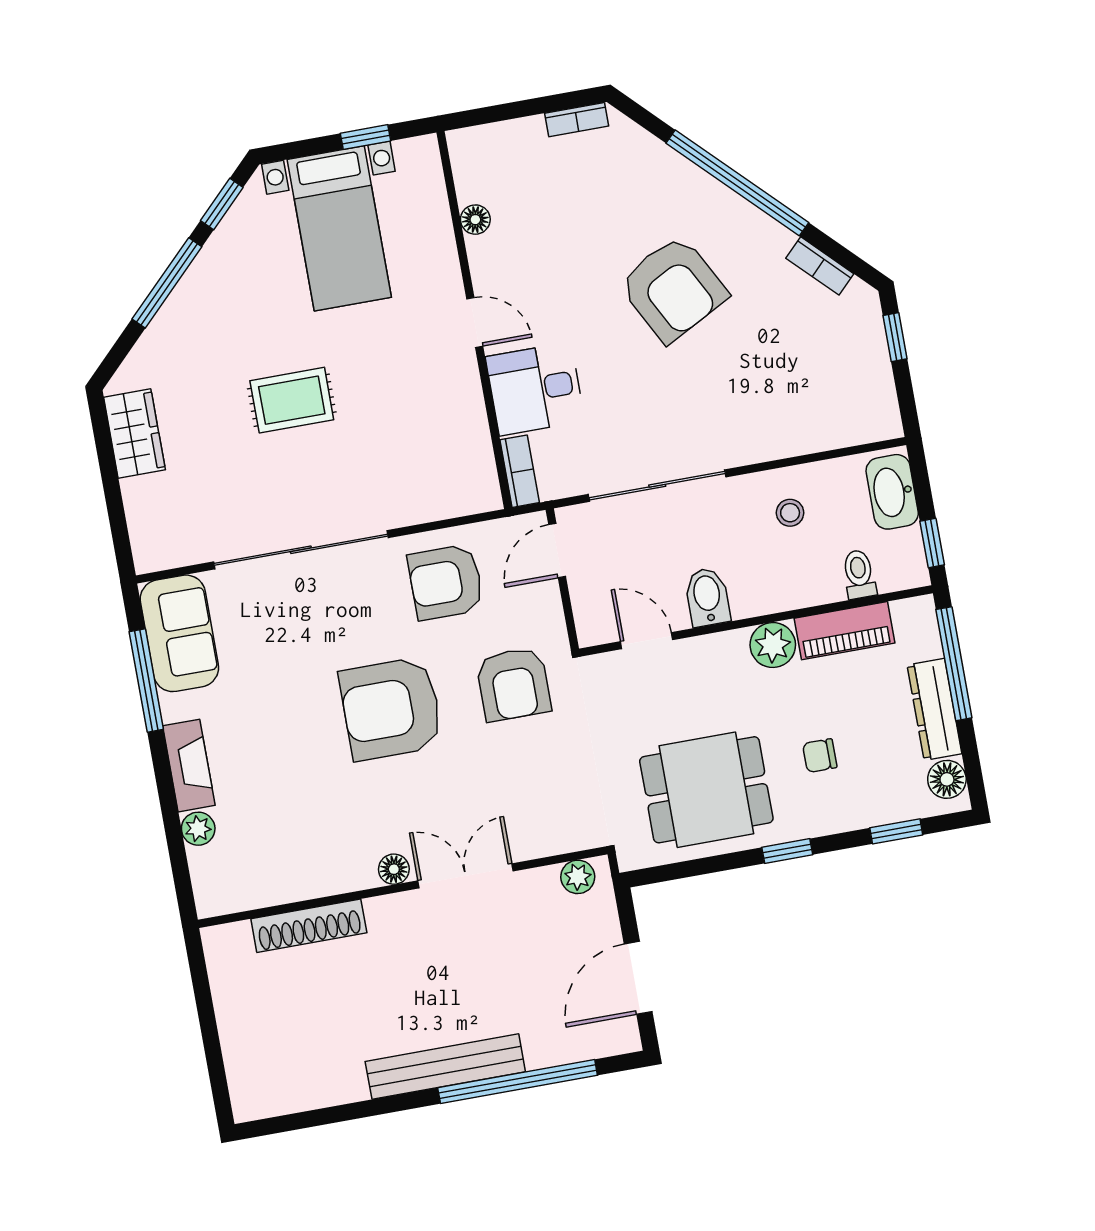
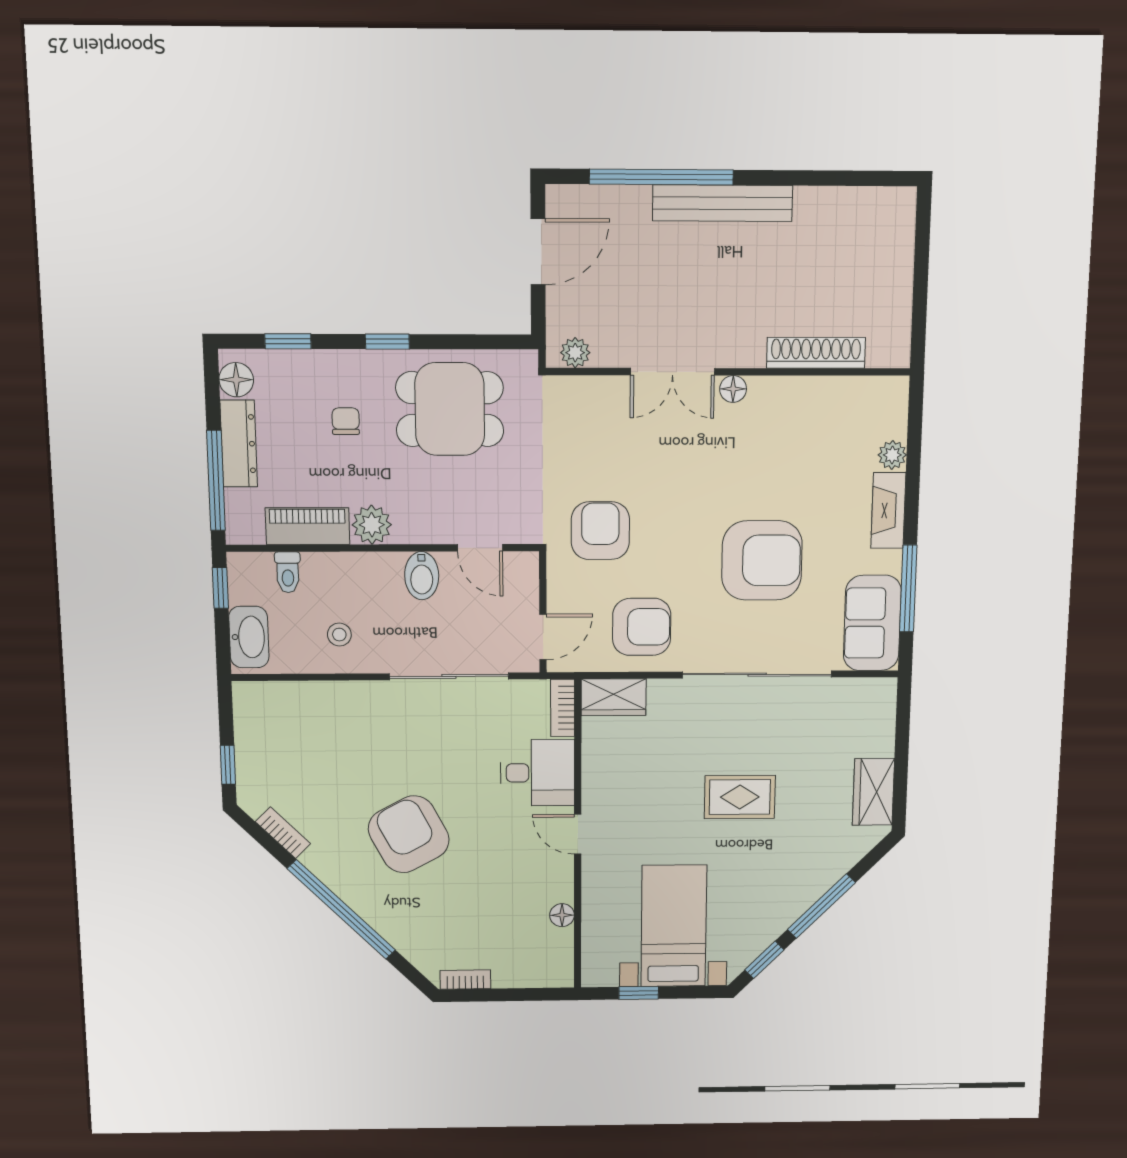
wardrobe: (463, 494) -> (614, 697), added
armchair: (391, 709) -> (762, 560), moved
chair: (820, 756) -> (346, 421), turned -90

